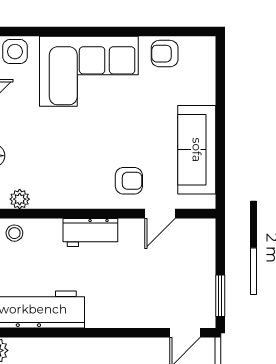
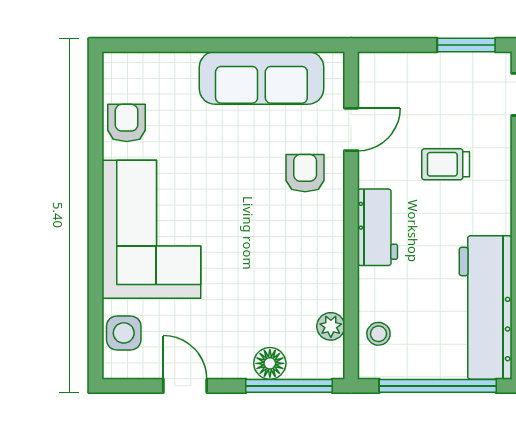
armchair: (165, 54) -> (127, 123), turned 180
door: (160, 214) -> (351, 129), hinge flipped
trolley: (135, 281) -> (446, 164), added

